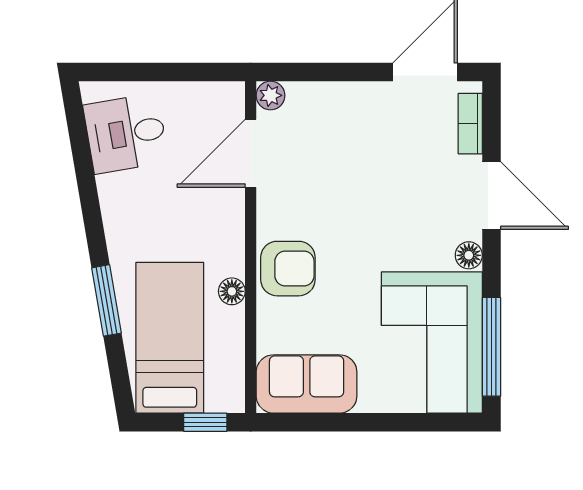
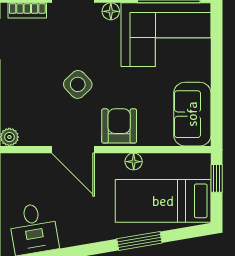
door: (251, 153) -> (73, 150), moved
side table: (353, 203) -> (78, 84), added

